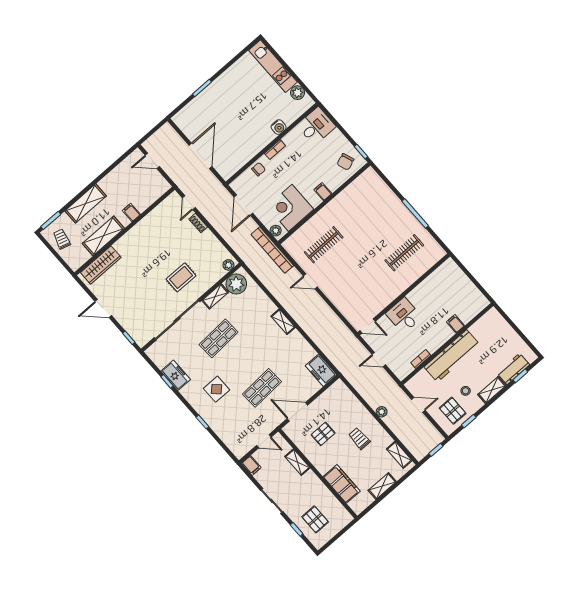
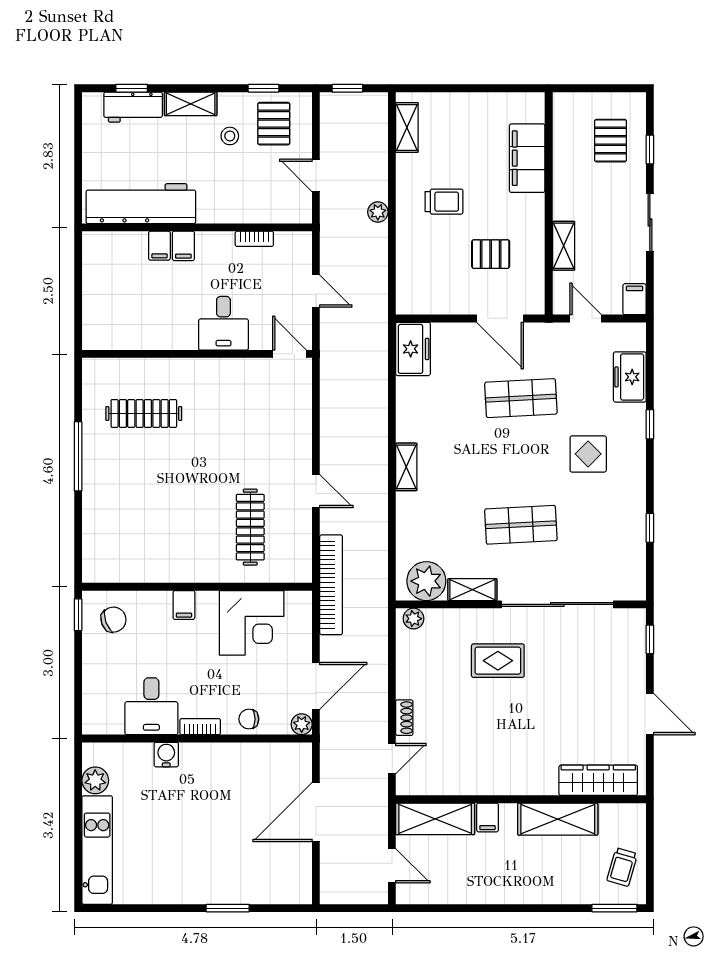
desk: (316, 126) -> (151, 706), moved, turned -90
shelving: (86, 203) -> (435, 819), moved
plant: (276, 231) -> (302, 724), moved
clothes rail: (324, 245) -> (250, 527), turned 90
filing cabinet: (446, 332) -> (183, 246), added
workbench: (452, 356) -> (141, 204), moved
freezer: (176, 375) -> (630, 377), moved
trolley: (359, 438) -> (444, 202), turned -90
shelving: (382, 486) -> (471, 104), removed

